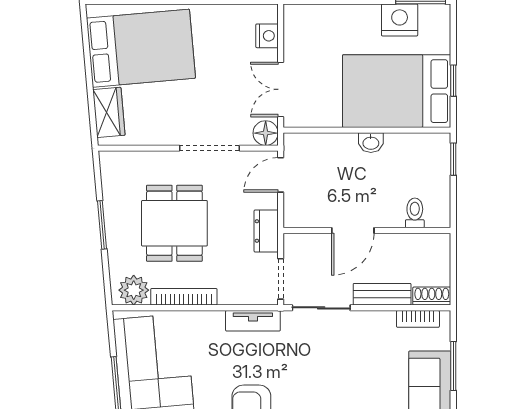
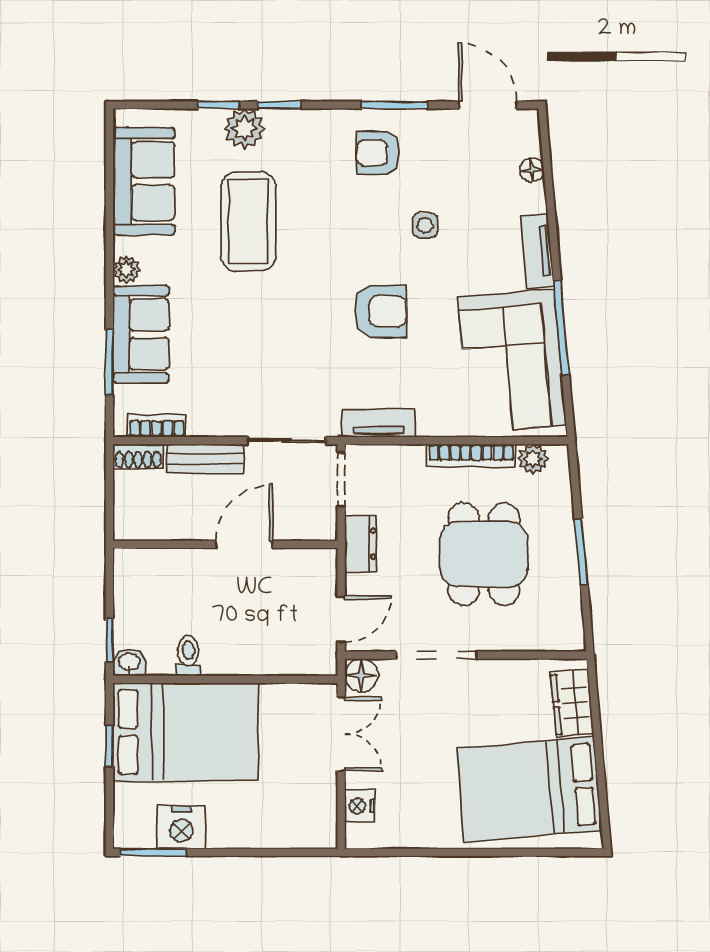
washbasin: (371, 143) -> (129, 663), moved
toilet: (415, 213) -> (188, 656), moved, turned 180
plant: (134, 290) -> (533, 459), width x0.73, depth x0.73

